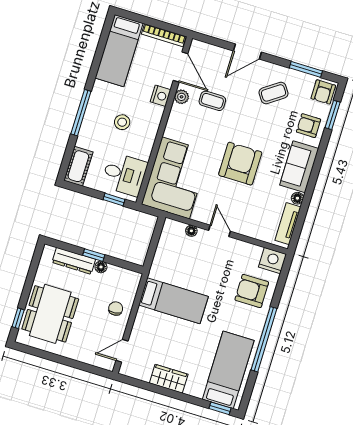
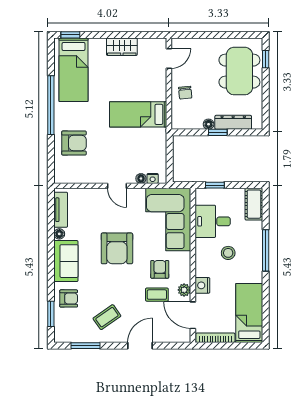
armchair: (323, 92) -> (160, 269), moved
desk: (124, 174) -> (213, 221), moved
nightstand: (272, 261) -> (153, 178), moved, width x0.53, depth x0.56

